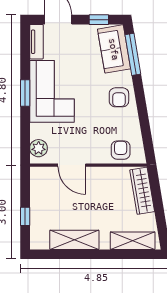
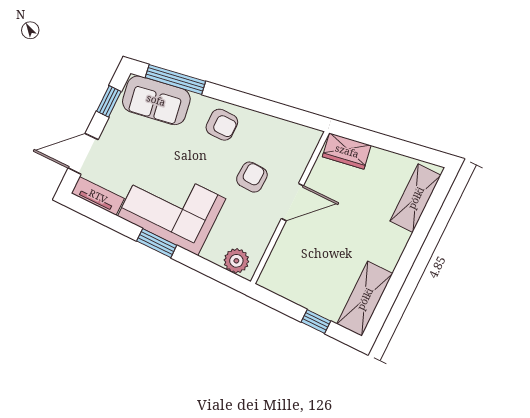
armchair: (121, 150) -> (252, 177), moved, turned 92
door: (72, 165) -> (292, 202), moved
wardrobe: (142, 191) -> (347, 151), width x0.67
shelving: (74, 240) -> (365, 299), moved

